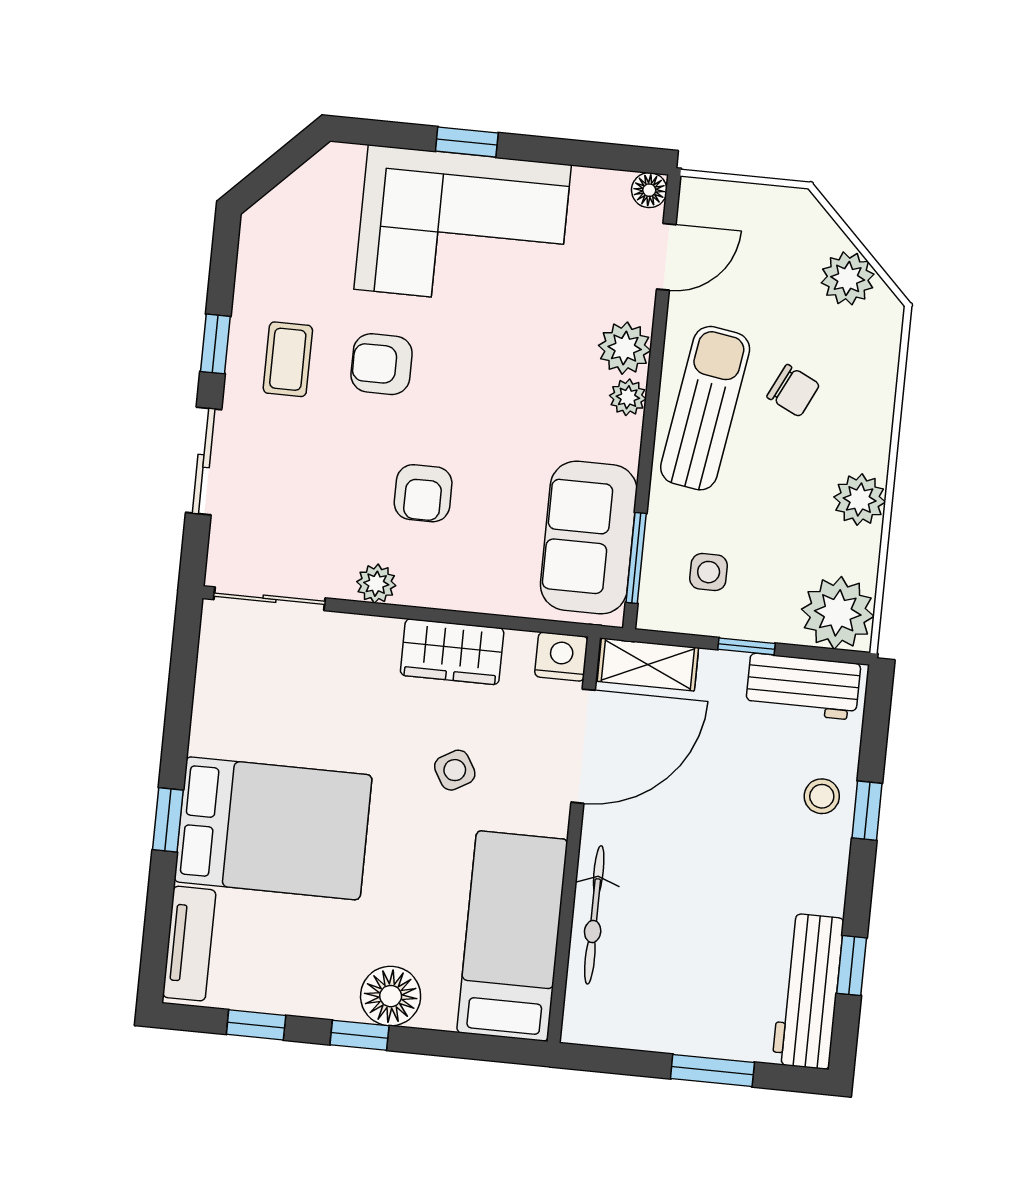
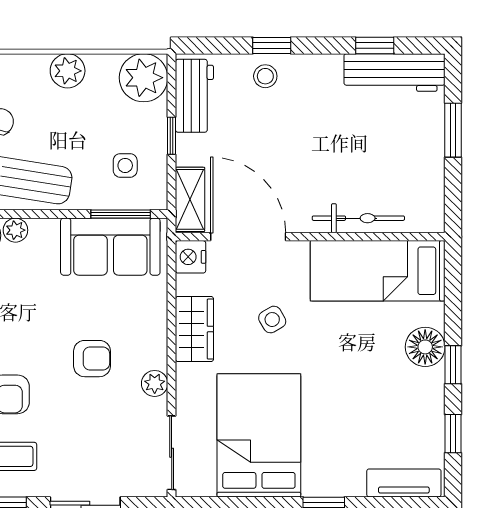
bed: (273, 828) -> (259, 435), moved

